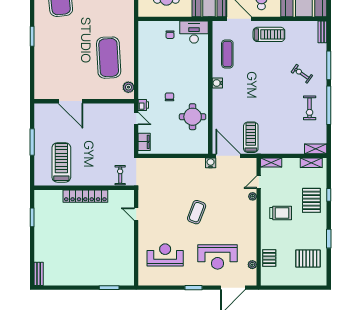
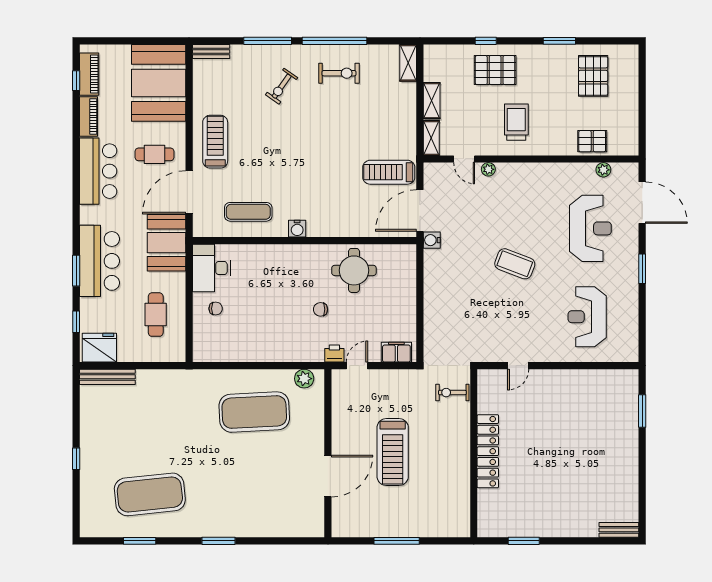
treadmill: (61, 162) -> (393, 452), moved, turned -90
shelving: (311, 163) -> (432, 101), moved

